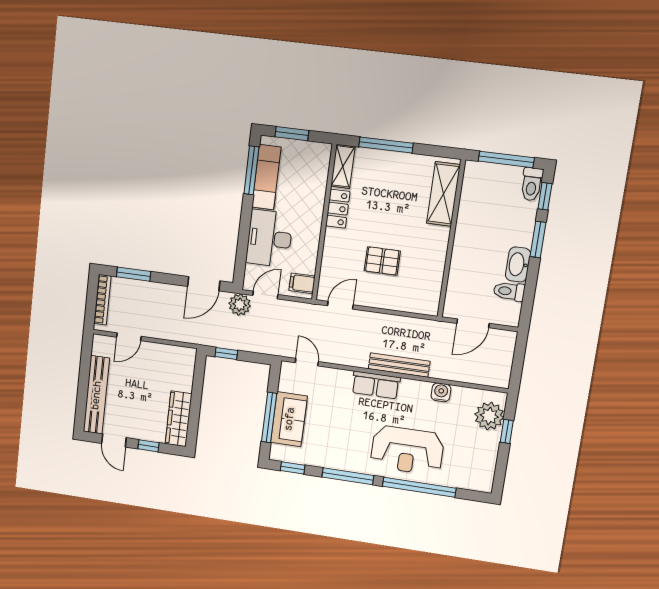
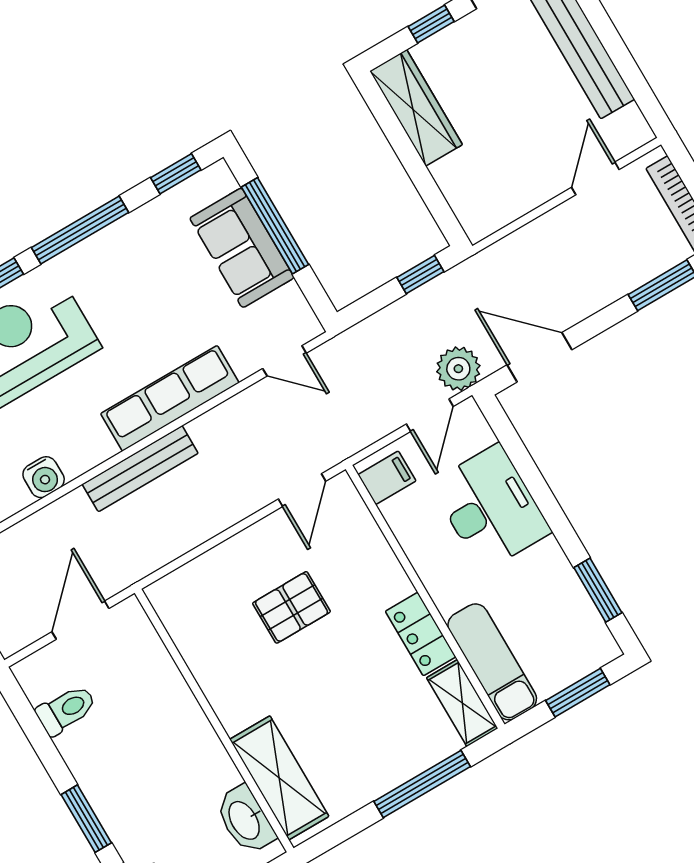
window: (251, 170) -> (598, 590), width x0.69
exam couch: (266, 177) -> (492, 662), moved, turned 180
washbasin: (518, 264) -> (245, 820), moved, turned 180
door: (204, 284) -> (540, 357), hinge flipped
row of seats: (376, 385) -> (170, 398), width x1.48

